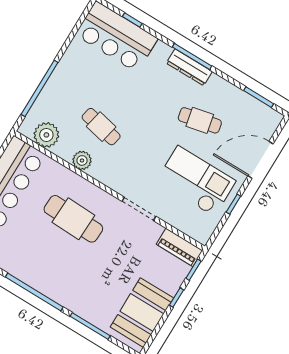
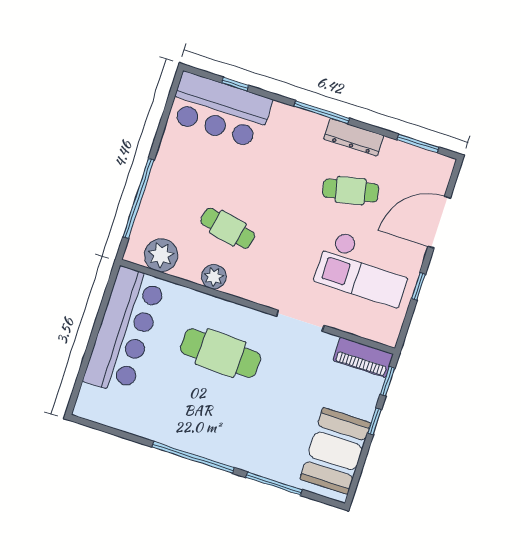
dresser: (189, 67) -> (354, 137), moved
checkout: (196, 181) -> (364, 269), turned 180

